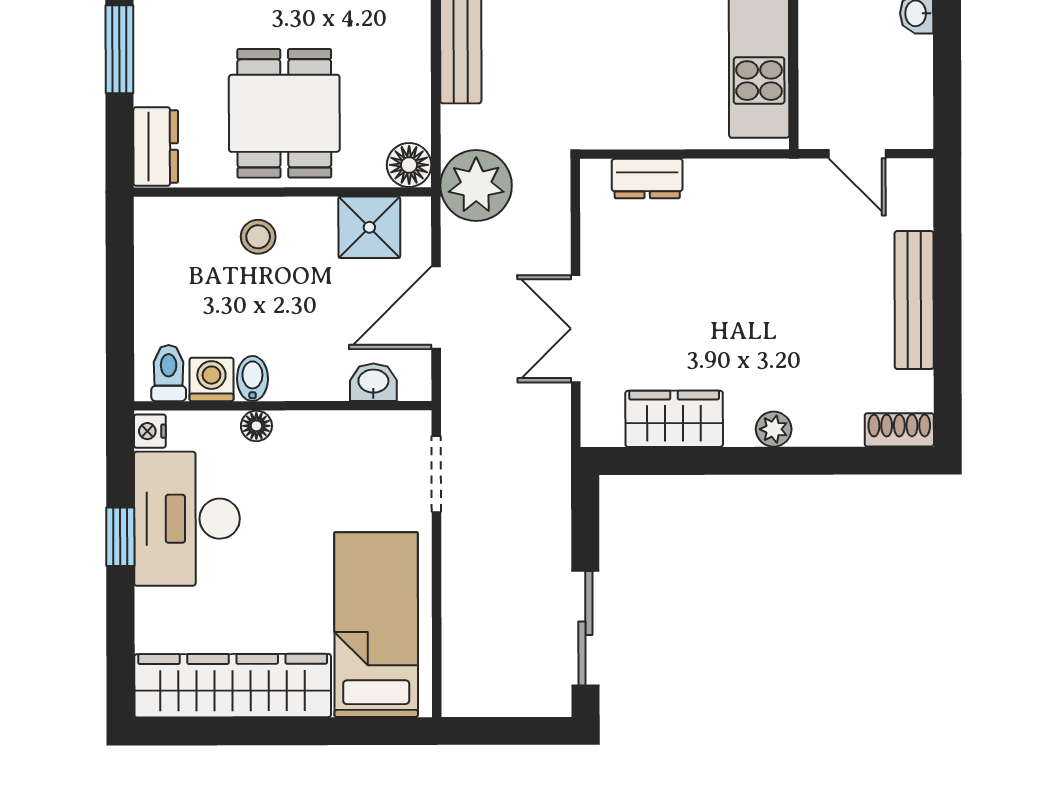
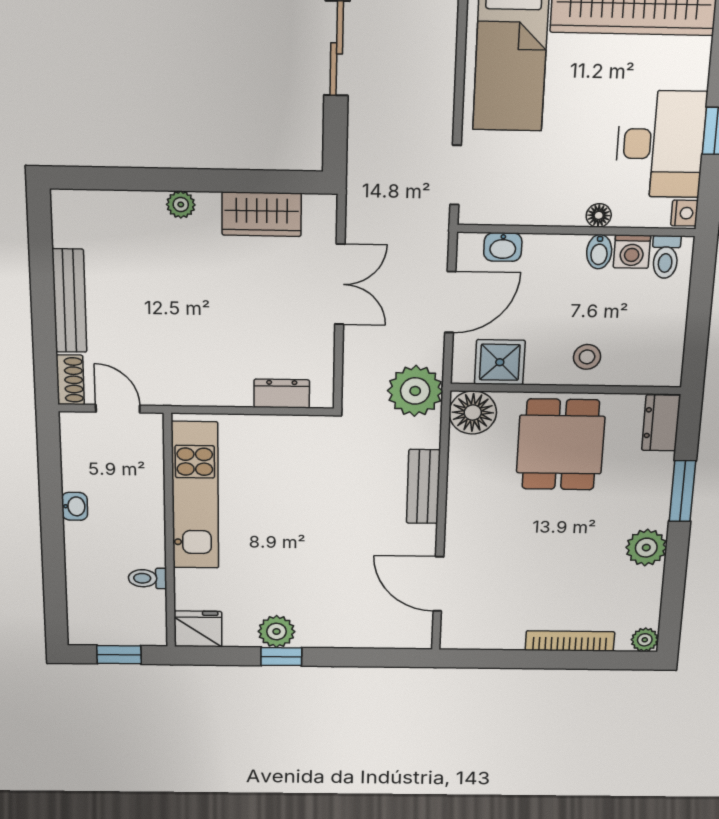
floor lamp: (409, 165) -> (473, 413), width x1.38, depth x1.38
shoe rack: (899, 430) -> (70, 380), moved, turned -90

